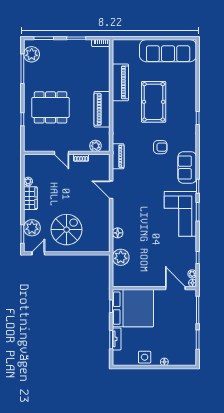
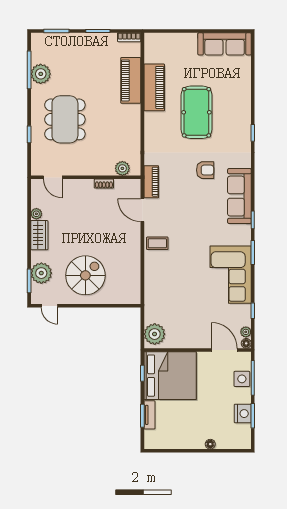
sofa: (168, 51) -> (225, 44), width x0.74, depth x0.79
plant: (32, 54) -> (41, 74), moved
dining table: (51, 107) -> (65, 119), turned 90
piano: (102, 109) -> (131, 80), moved
door: (62, 153) -> (53, 177), moved
sofa: (187, 167) -> (239, 196), width x1.36
door: (111, 190) -> (142, 210), moved
coffee table: (123, 204) -> (157, 243), added
corner sofa: (180, 214) -> (231, 275), moved
floor lamp: (118, 233) -> (151, 280), removed
door: (38, 253) -> (49, 306), swing flipped
plant: (121, 257) -> (155, 334), moved
nightstand: (190, 338) -> (243, 414), added
side table: (145, 357) -> (242, 379), moved

